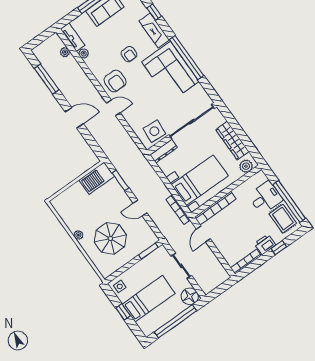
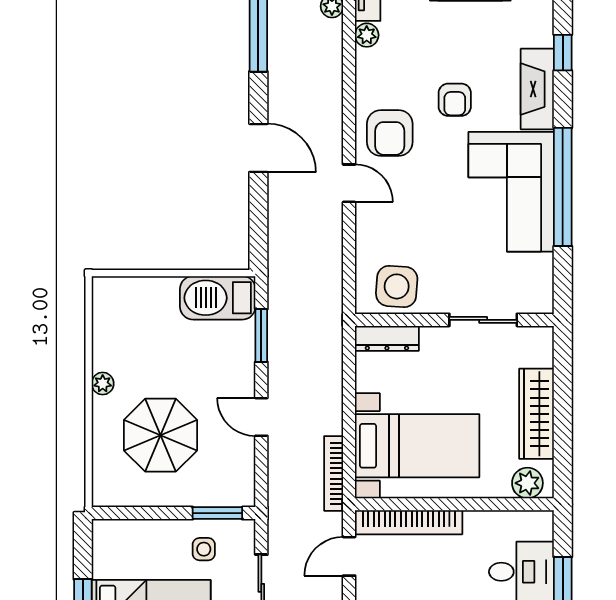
sliding door: (192, 122) -> (483, 320), width x0.54
side table: (120, 286) -> (204, 549), moved

